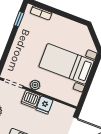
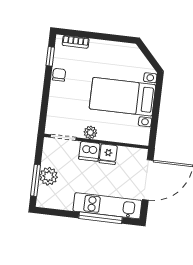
chair: (22, 35) -> (59, 75), added

